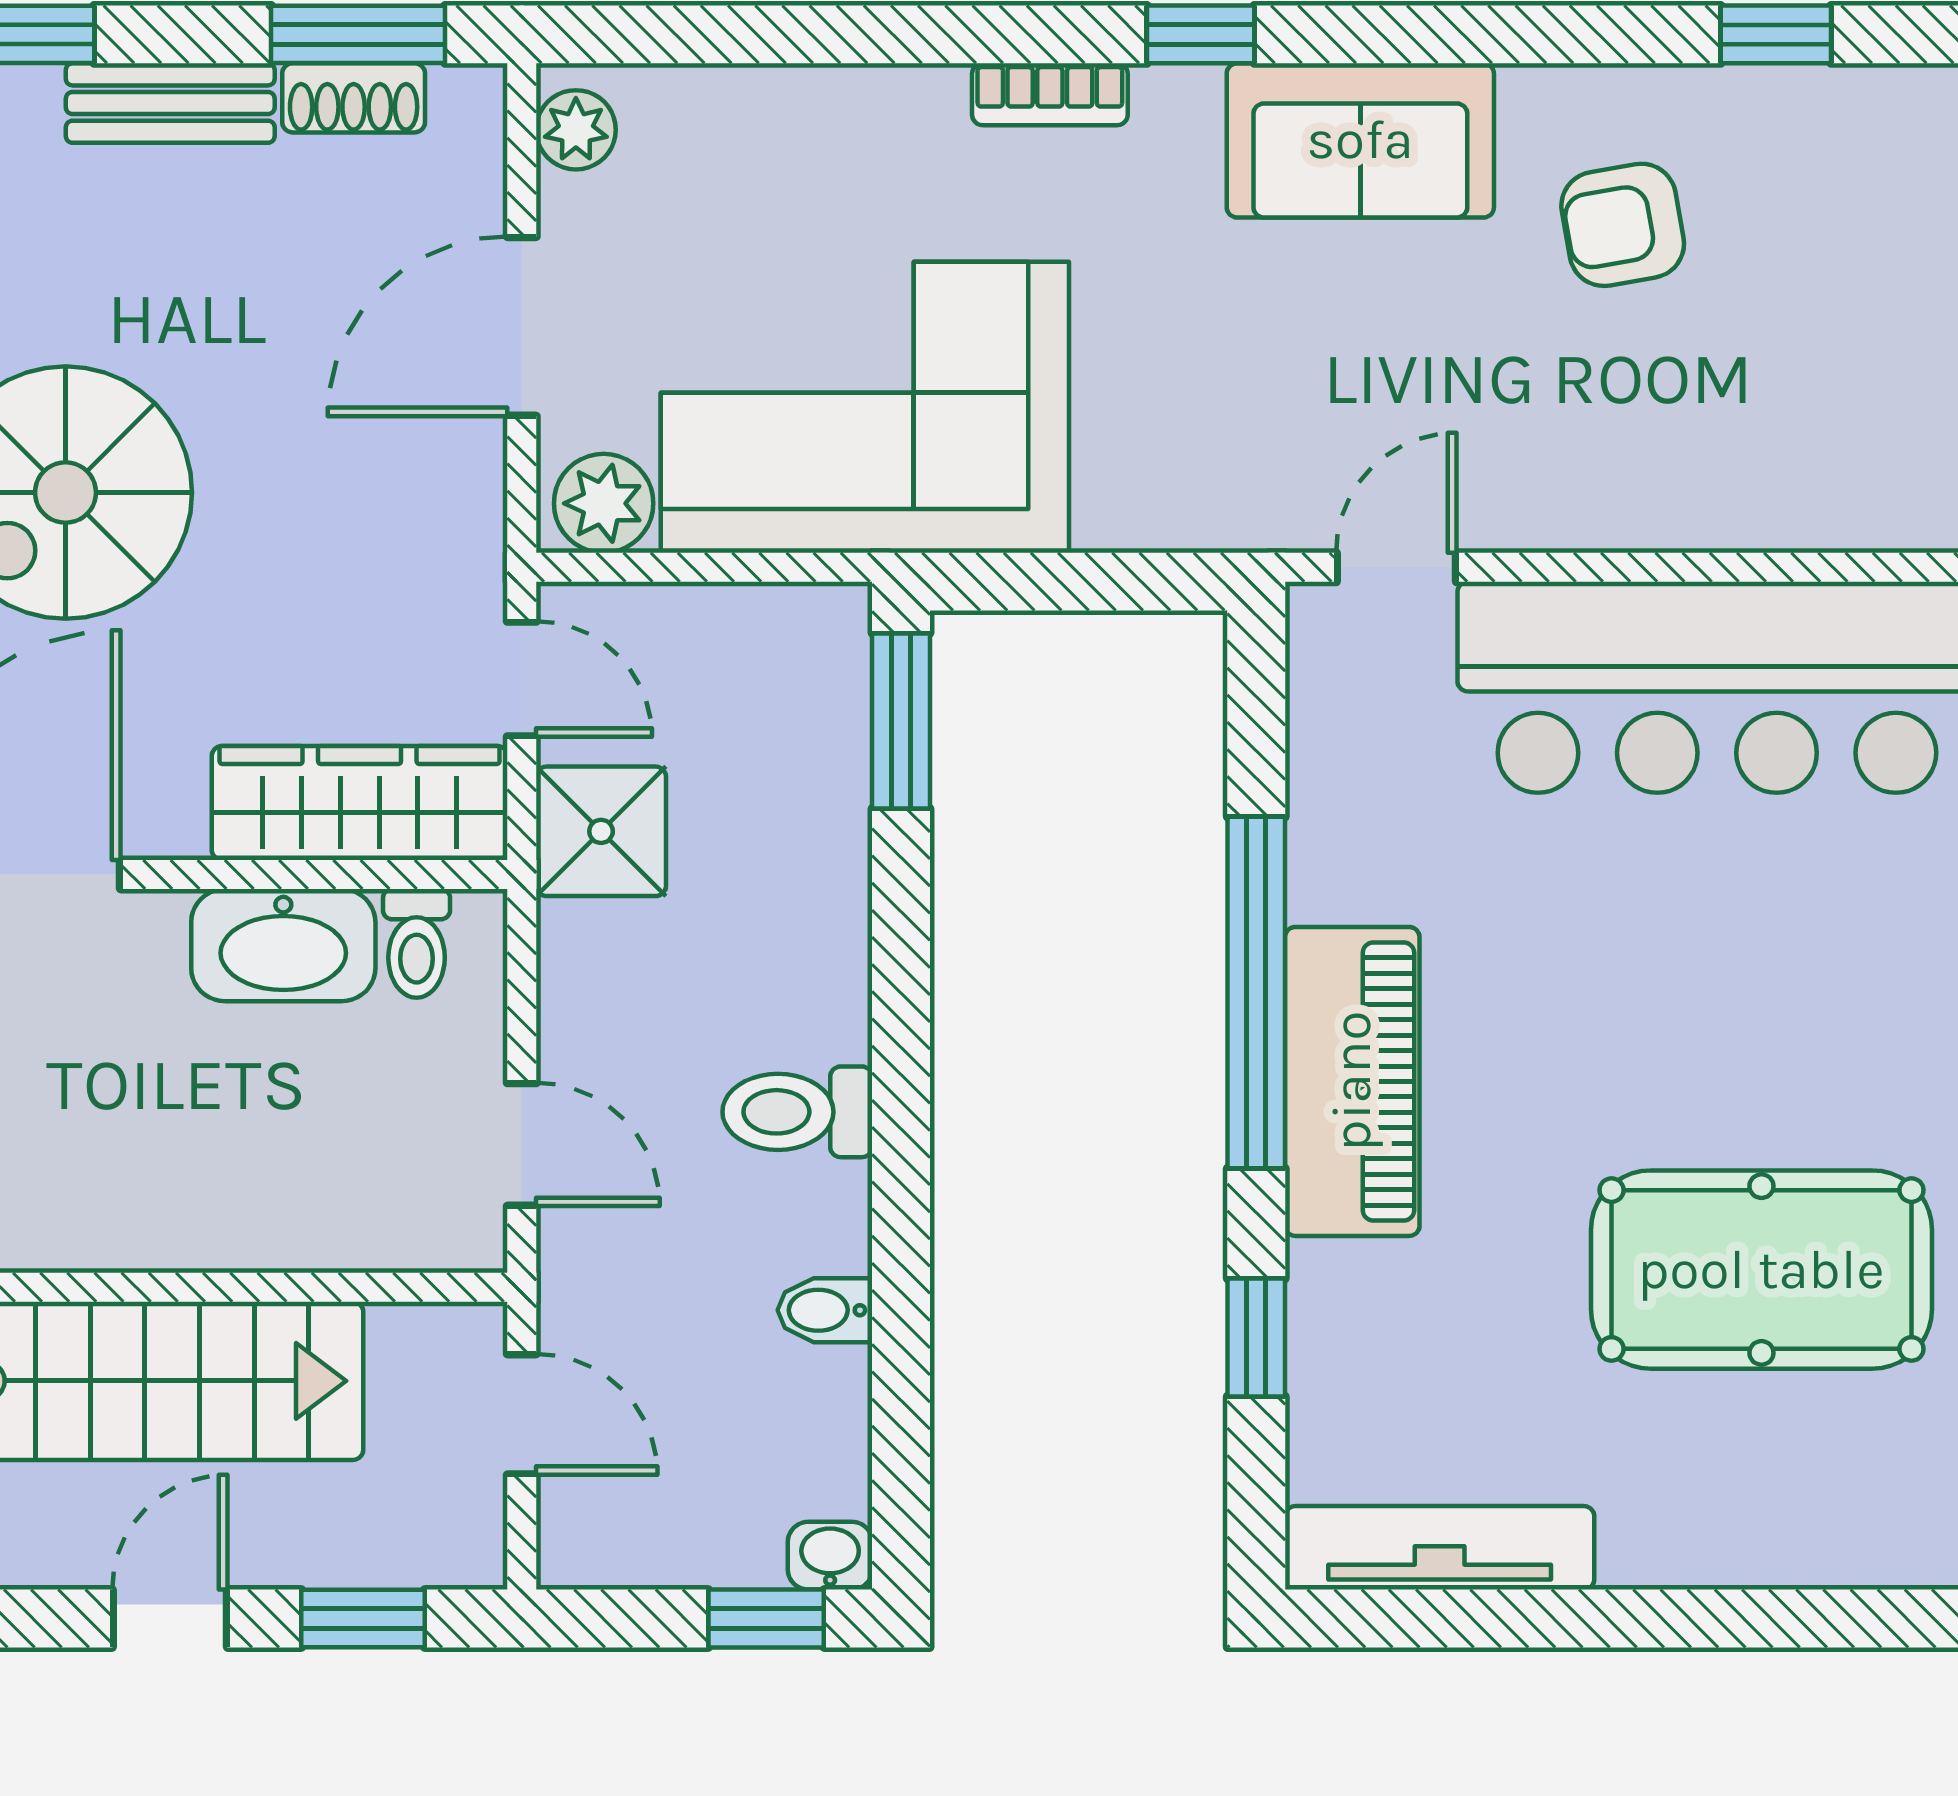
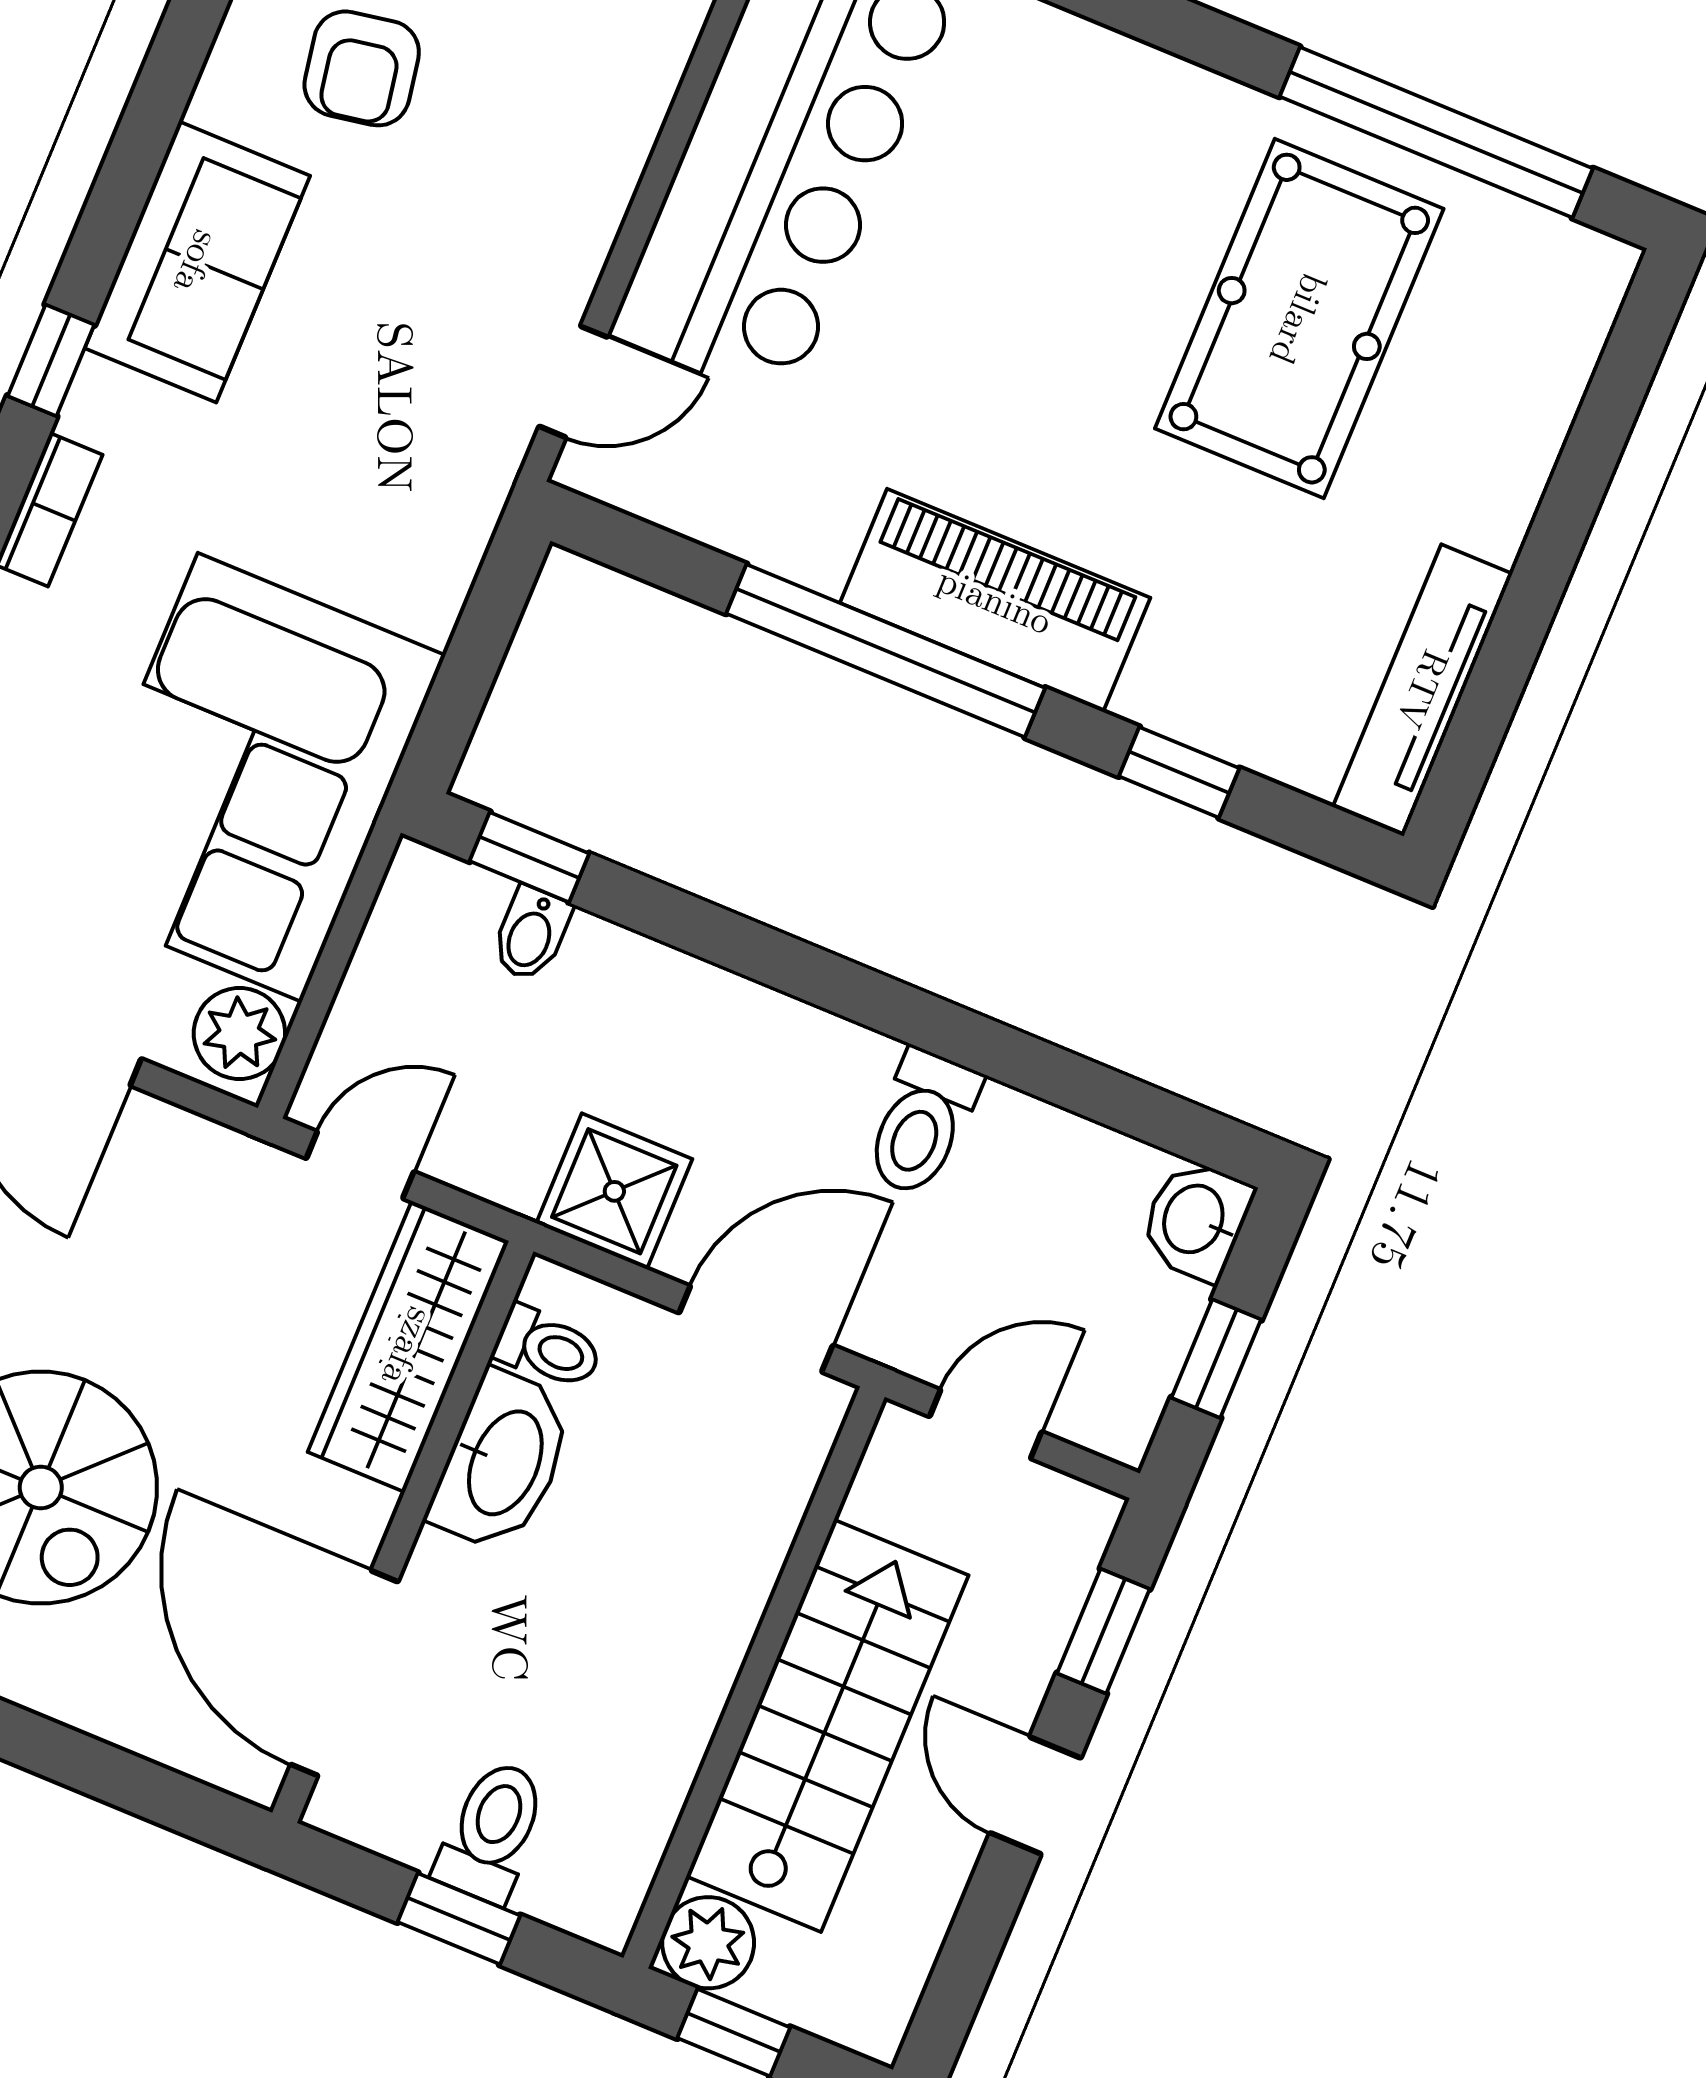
door: (1396, 567) -> (573, 382), swing flipped
window: (901, 721) -> (529, 857), width x0.67
shower: (601, 831) -> (614, 1191), moved
toilet: (797, 1112) -> (922, 1123), moved
door: (522, 1144) -> (756, 1329), width x1.38
bidet: (825, 1310) -> (531, 934), moved
washbasin: (830, 1556) -> (1196, 1220), width x1.38, depth x1.45
window: (766, 1619) -> (1216, 1359), moved

